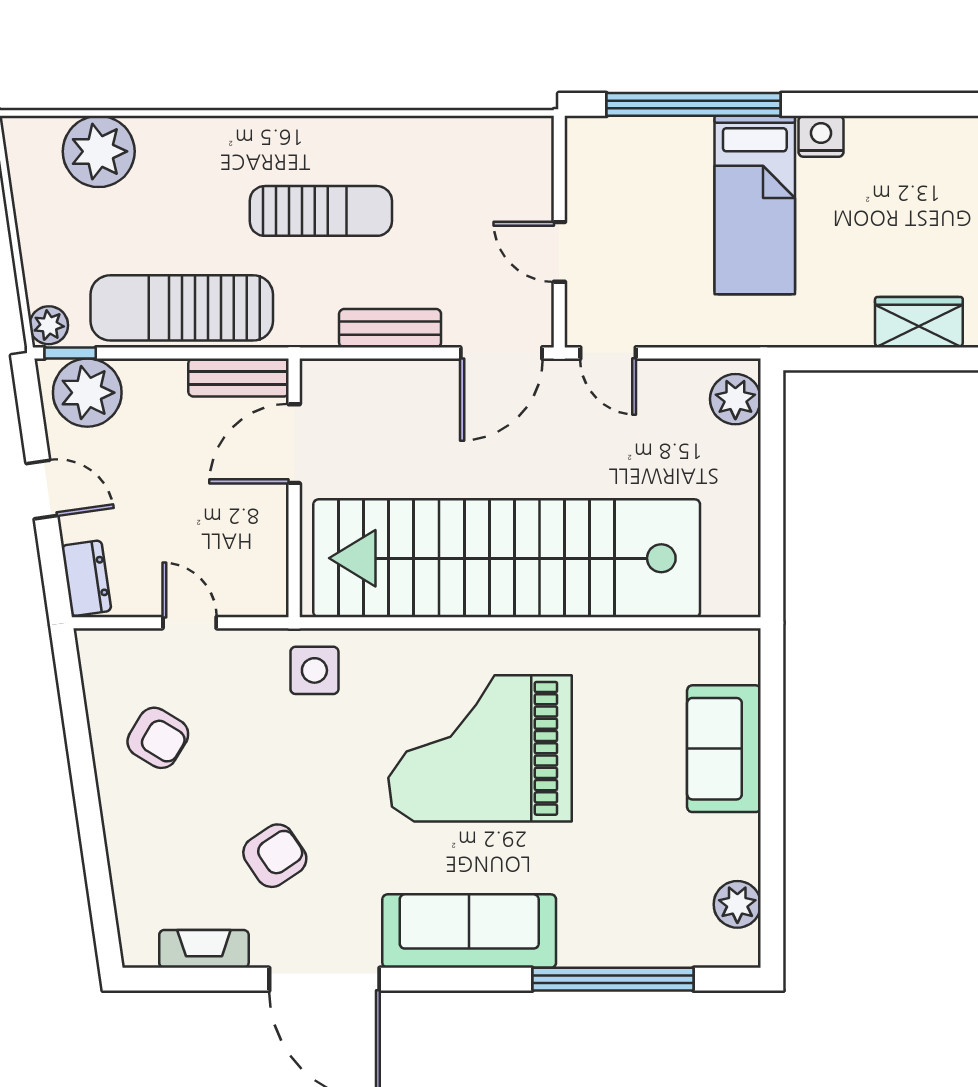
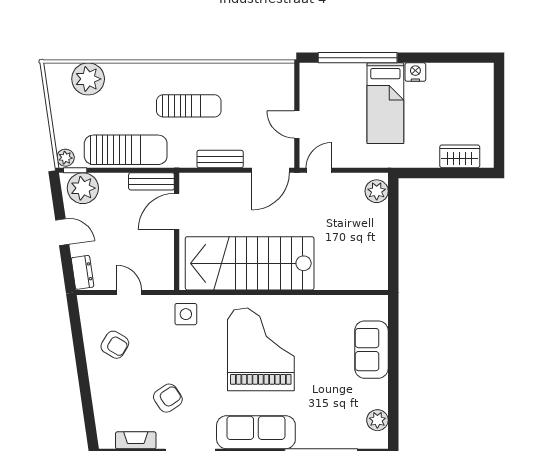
sun lounger: (182, 308) -> (126, 150), turned 180
door: (608, 353) -> (319, 170), swing flipped
stairs: (507, 558) -> (250, 263), width x0.73
grand piano: (480, 748) -> (261, 349), turned 90

